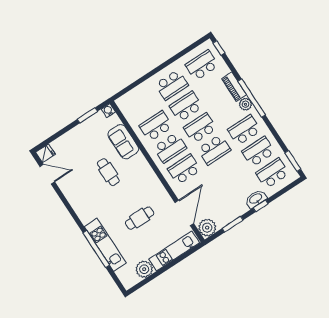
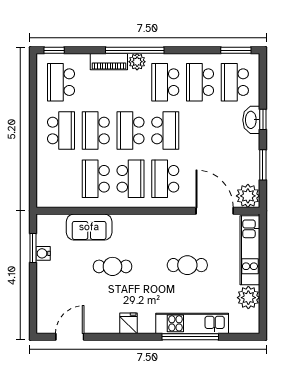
water cooler: (108, 111) -> (43, 253), moved
fridge: (45, 153) -> (129, 323), moved
cafe table: (140, 218) -> (187, 265), turned 90

